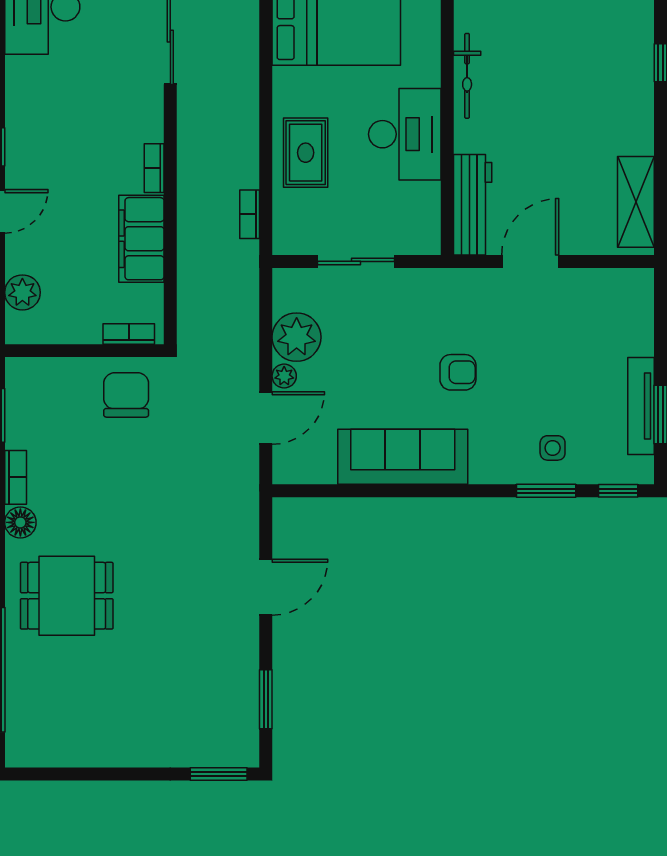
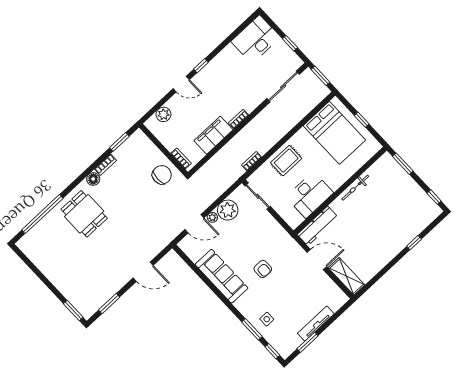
desk: (405, 134) -> (310, 195), moved
shelving: (636, 202) -> (347, 276), moved, turned 90
sliding door: (356, 261) -> (258, 196), moved
tv unit: (641, 406) -> (316, 324), moved

